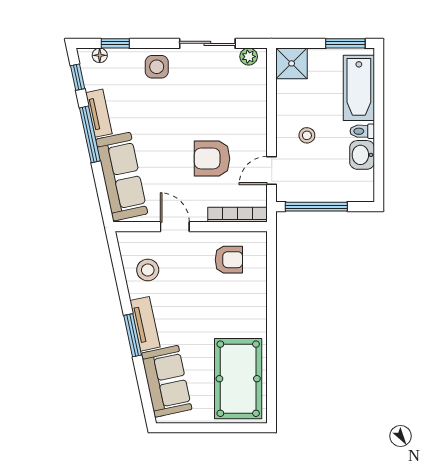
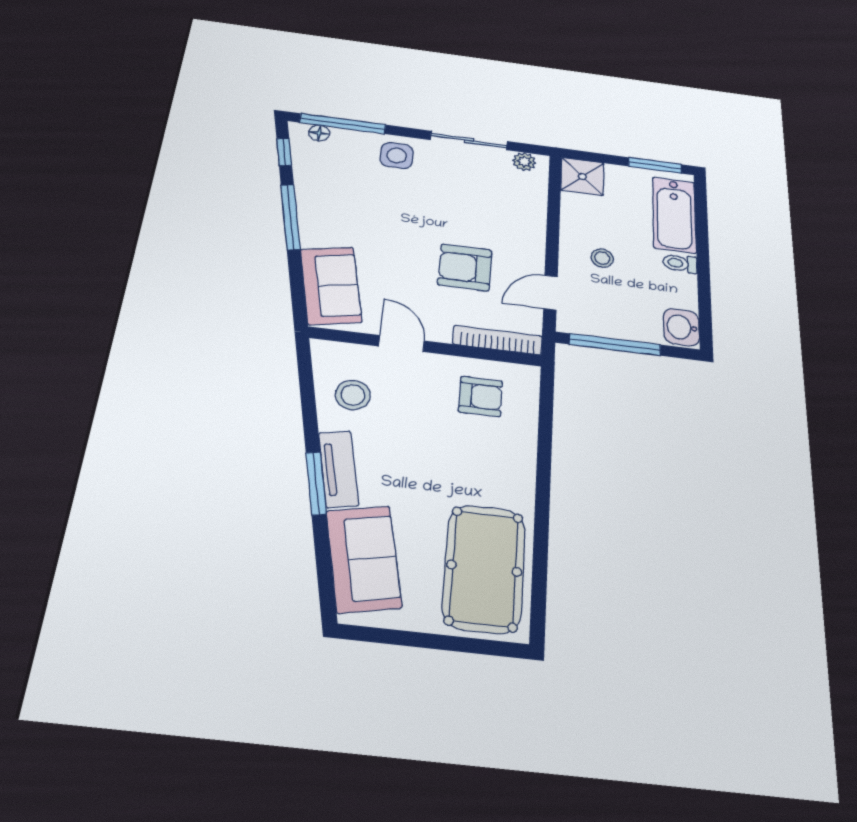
window: (115, 43) -> (343, 124), width x2.17
tv unit: (99, 113) -> (308, 195), removed
washbasin: (362, 155) -> (681, 327), moved
sofa: (122, 177) -> (331, 285), width x0.73

